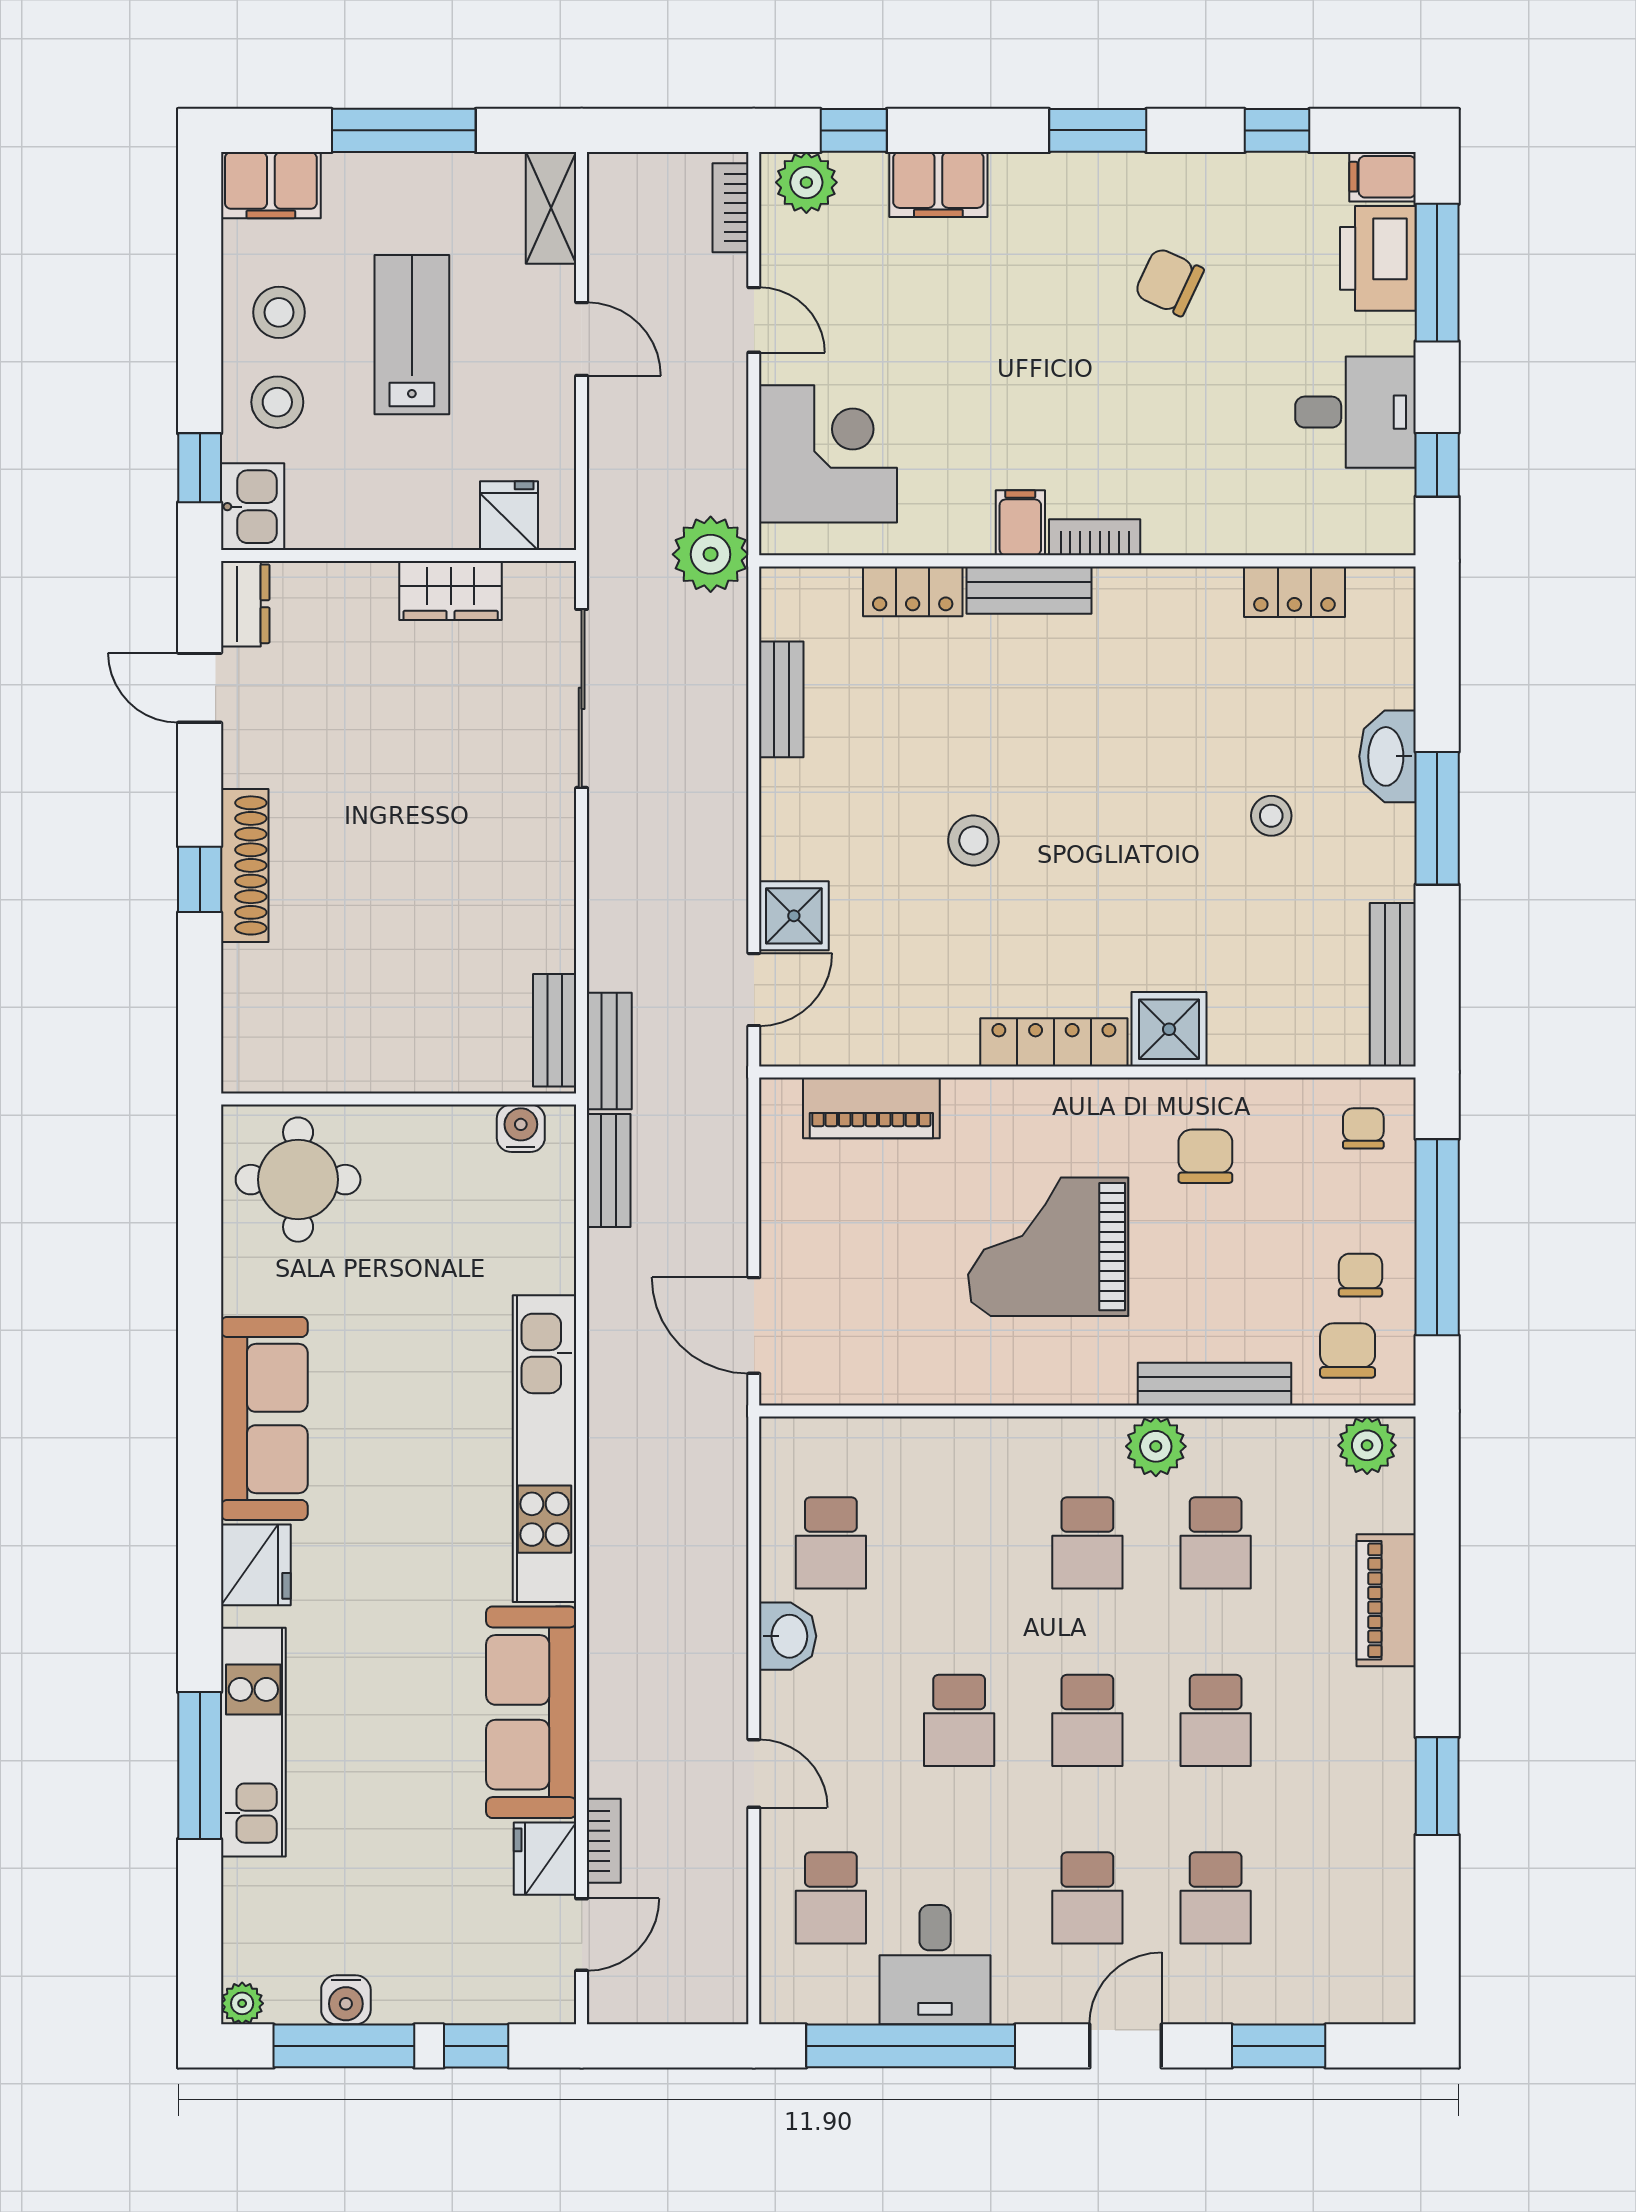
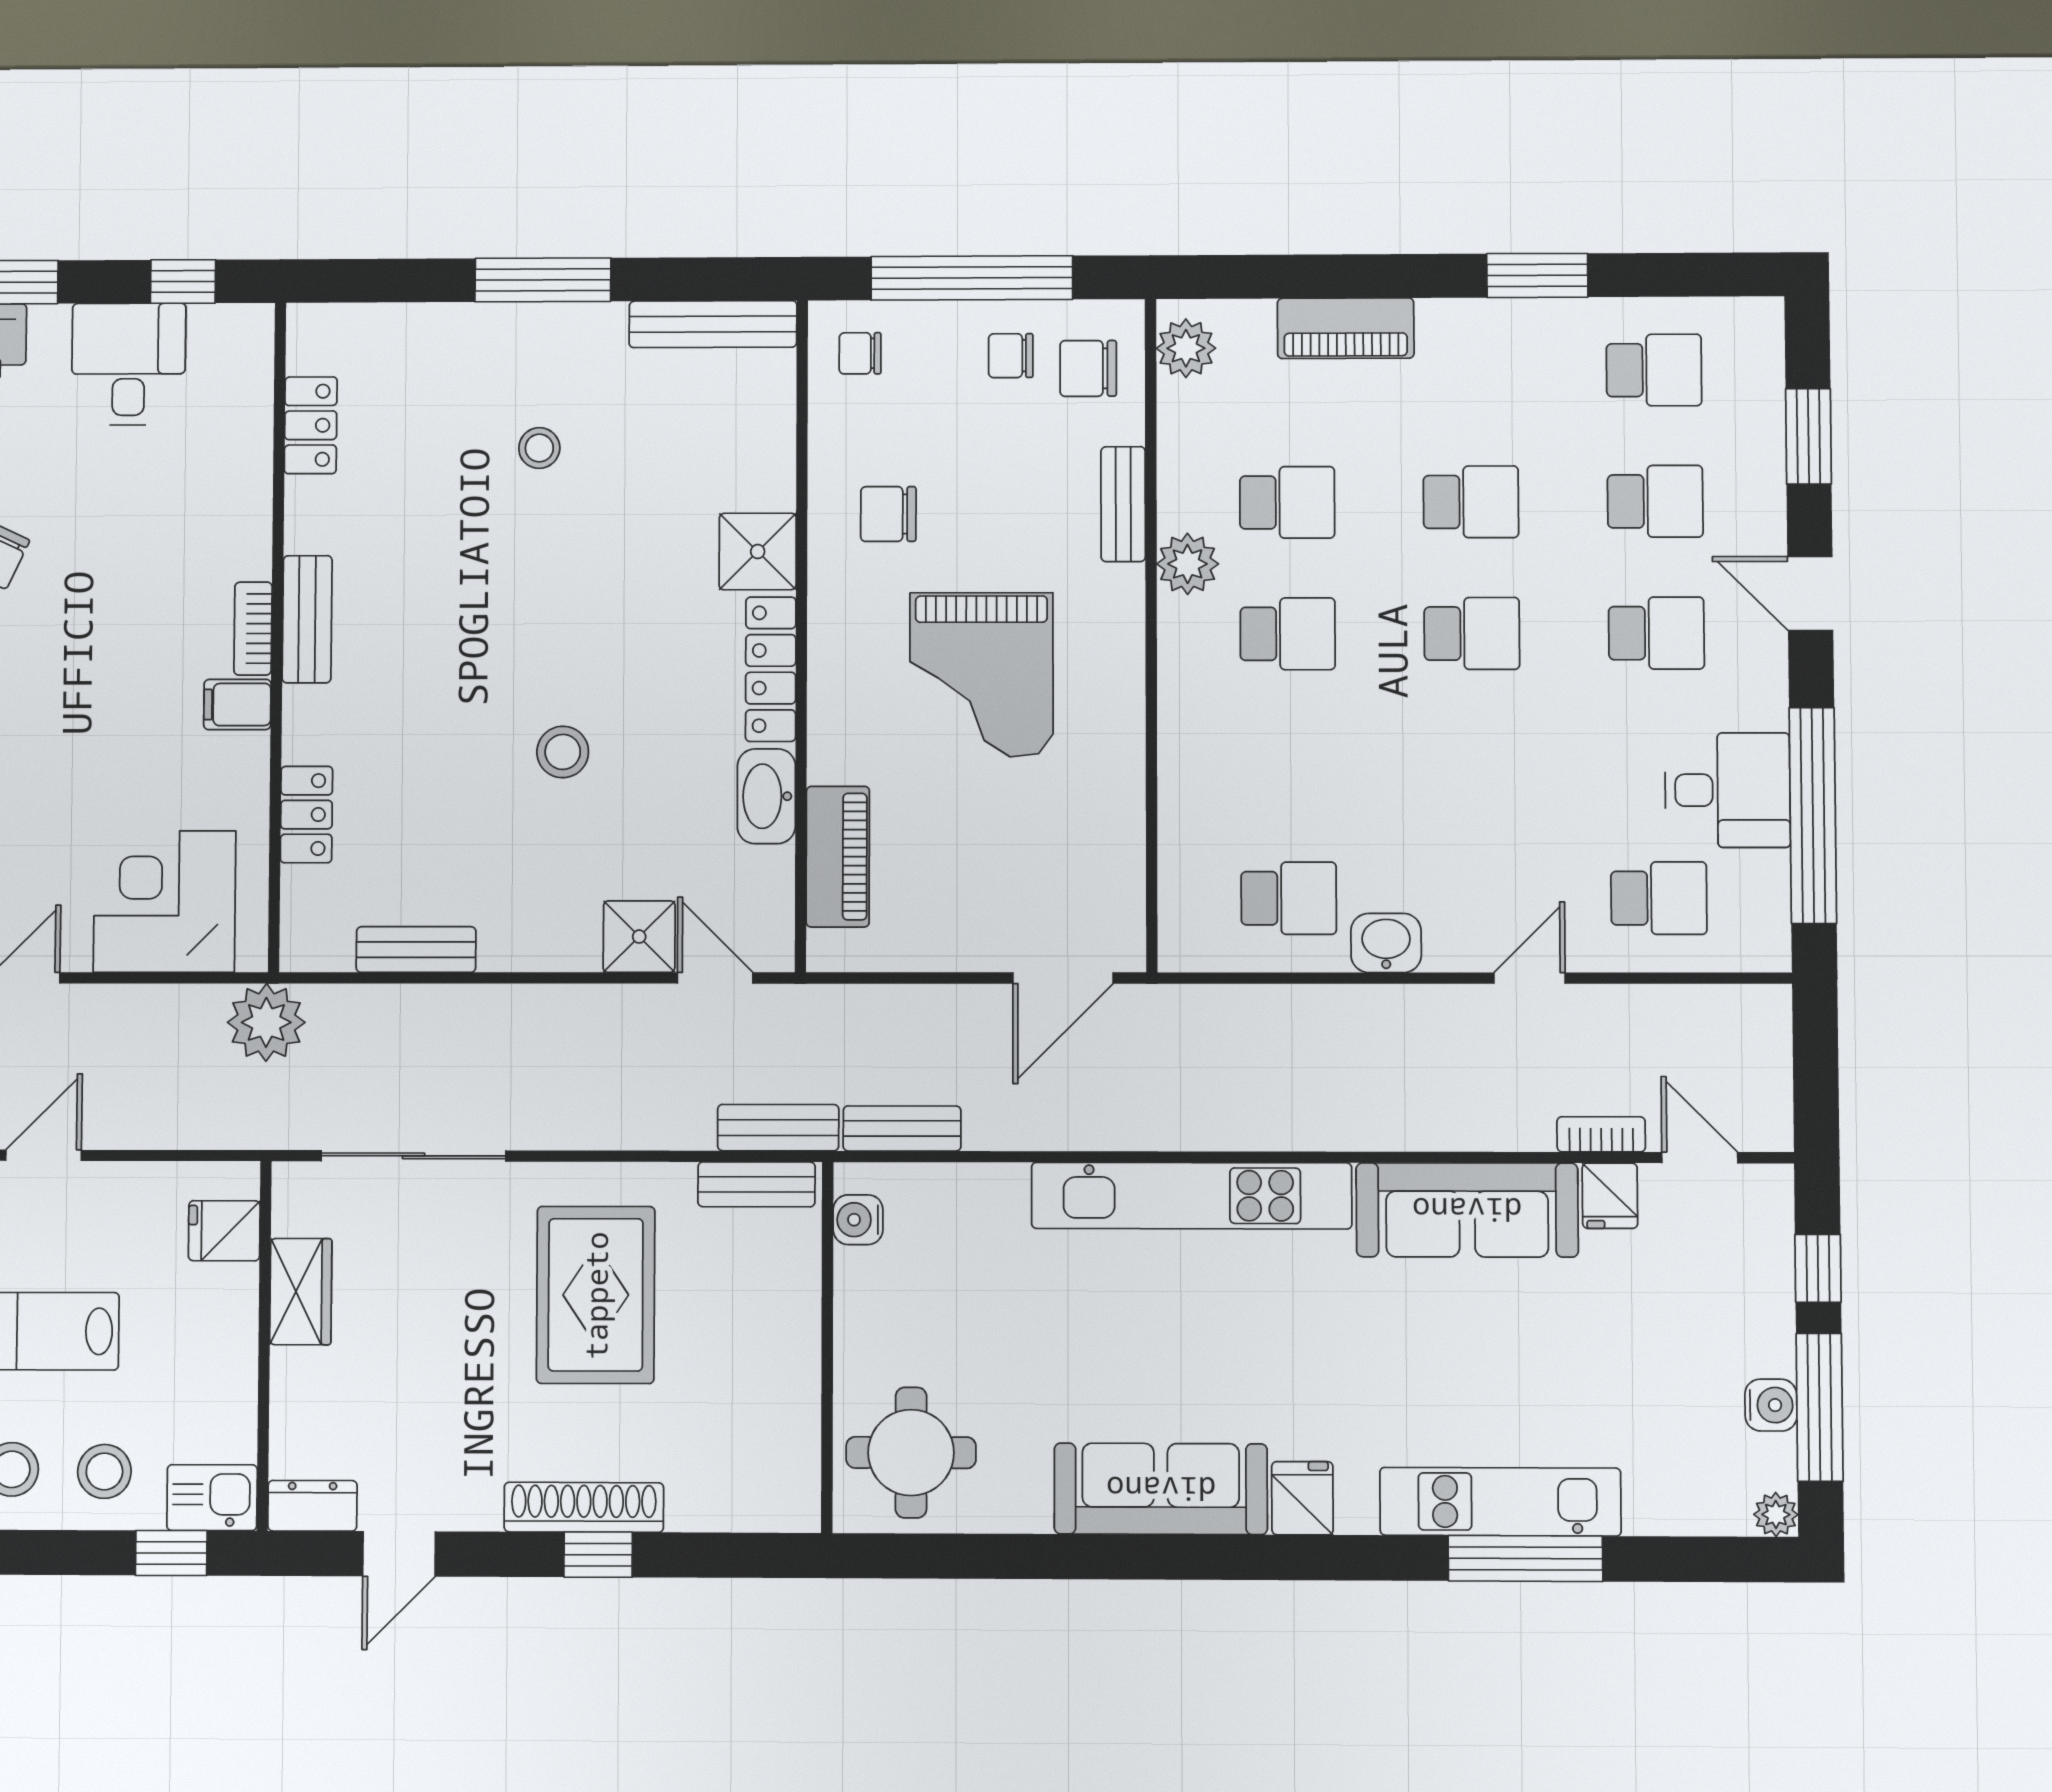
bench: (1029, 590) -> (307, 619), moved
washbasin: (1387, 756) -> (766, 796), moved, turned 90
rug: (448, 876) -> (596, 1295), added
bench: (1214, 1384) -> (1123, 504), width x0.73
fridge: (256, 1565) -> (1302, 1498), width x0.72
school desk: (959, 1720) -> (1654, 370), moved
fridge: (545, 1859) -> (1610, 1196), width x0.72

